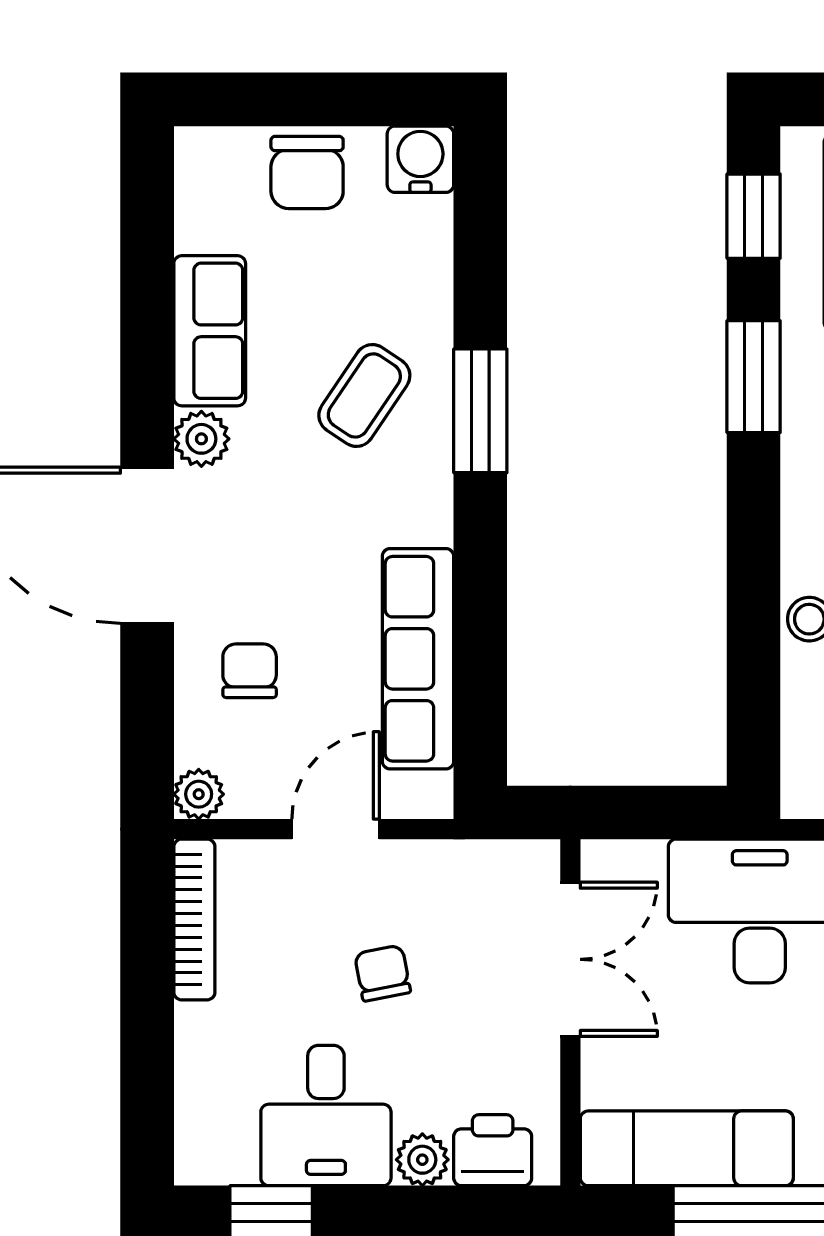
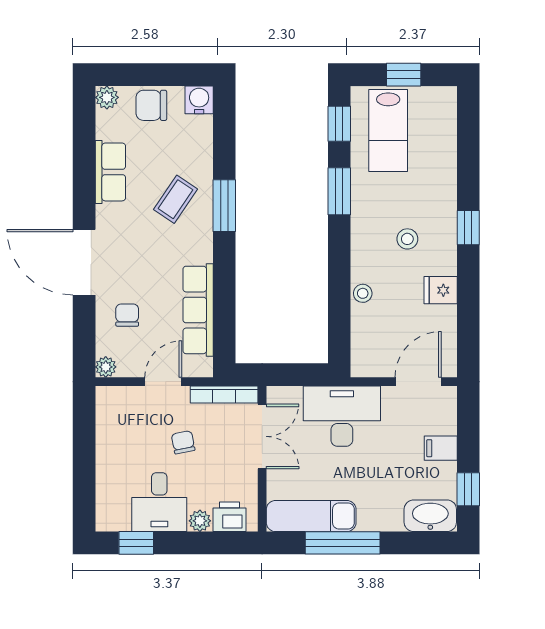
chair: (307, 172) -> (151, 105), turned 90
plant: (201, 439) -> (107, 97), moved
bookcase: (194, 919) -> (224, 395), moved, turned 90

